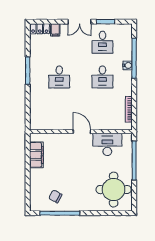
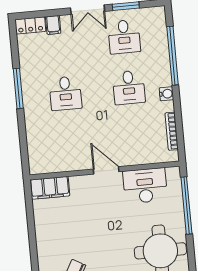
water cooler: (128, 65) -> (166, 94), moved
filing cabinet: (36, 155) -> (50, 188), moved, turned 90

